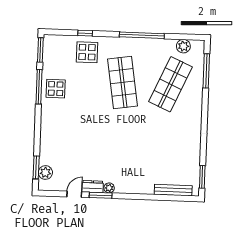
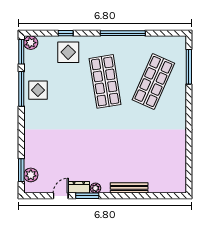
plant: (183, 46) -> (31, 43), moved
window: (202, 177) -> (189, 174), removed
bench: (173, 190) -> (129, 188), moved

